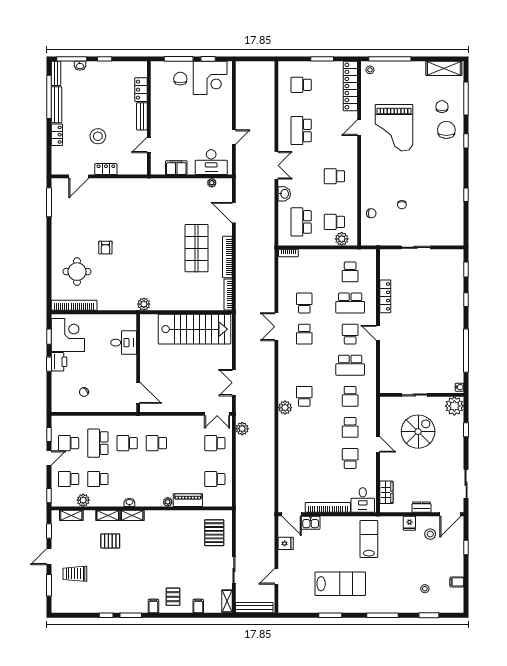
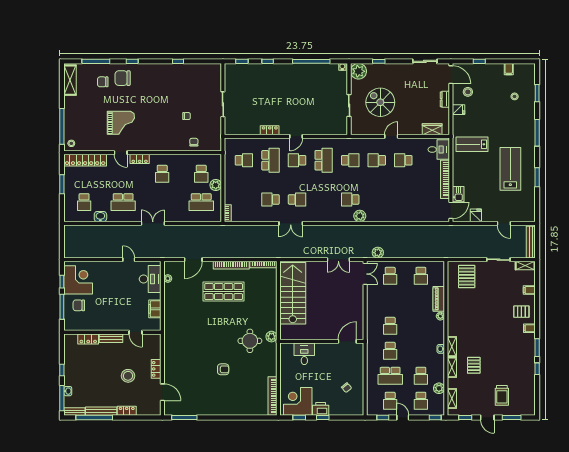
grand piano: (394, 128) -> (121, 123), width x0.73, depth x0.68
locker: (352, 150) -> (140, 159), added
washbasin: (284, 194) -> (100, 217), moved
plant: (342, 239) -> (216, 185), moved
round table: (77, 272) -> (250, 341), moved
locker: (385, 296) -> (270, 130), width x0.66
school desk: (350, 427) -> (377, 160), turned 180
pallet: (214, 533) -> (467, 276), turned 90

